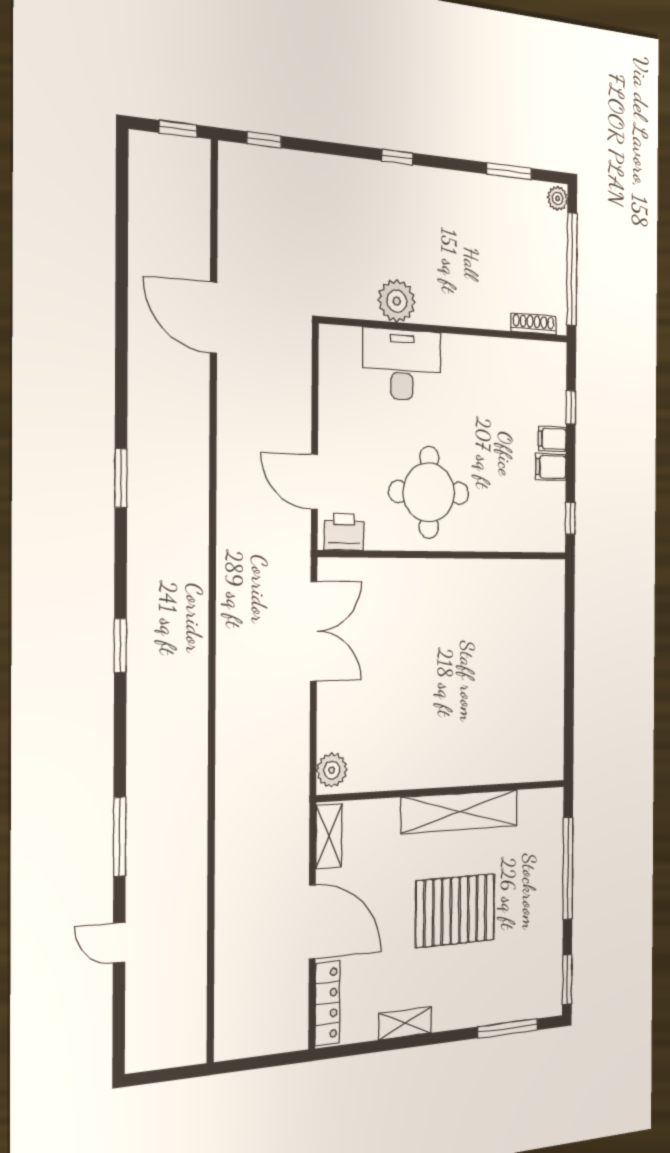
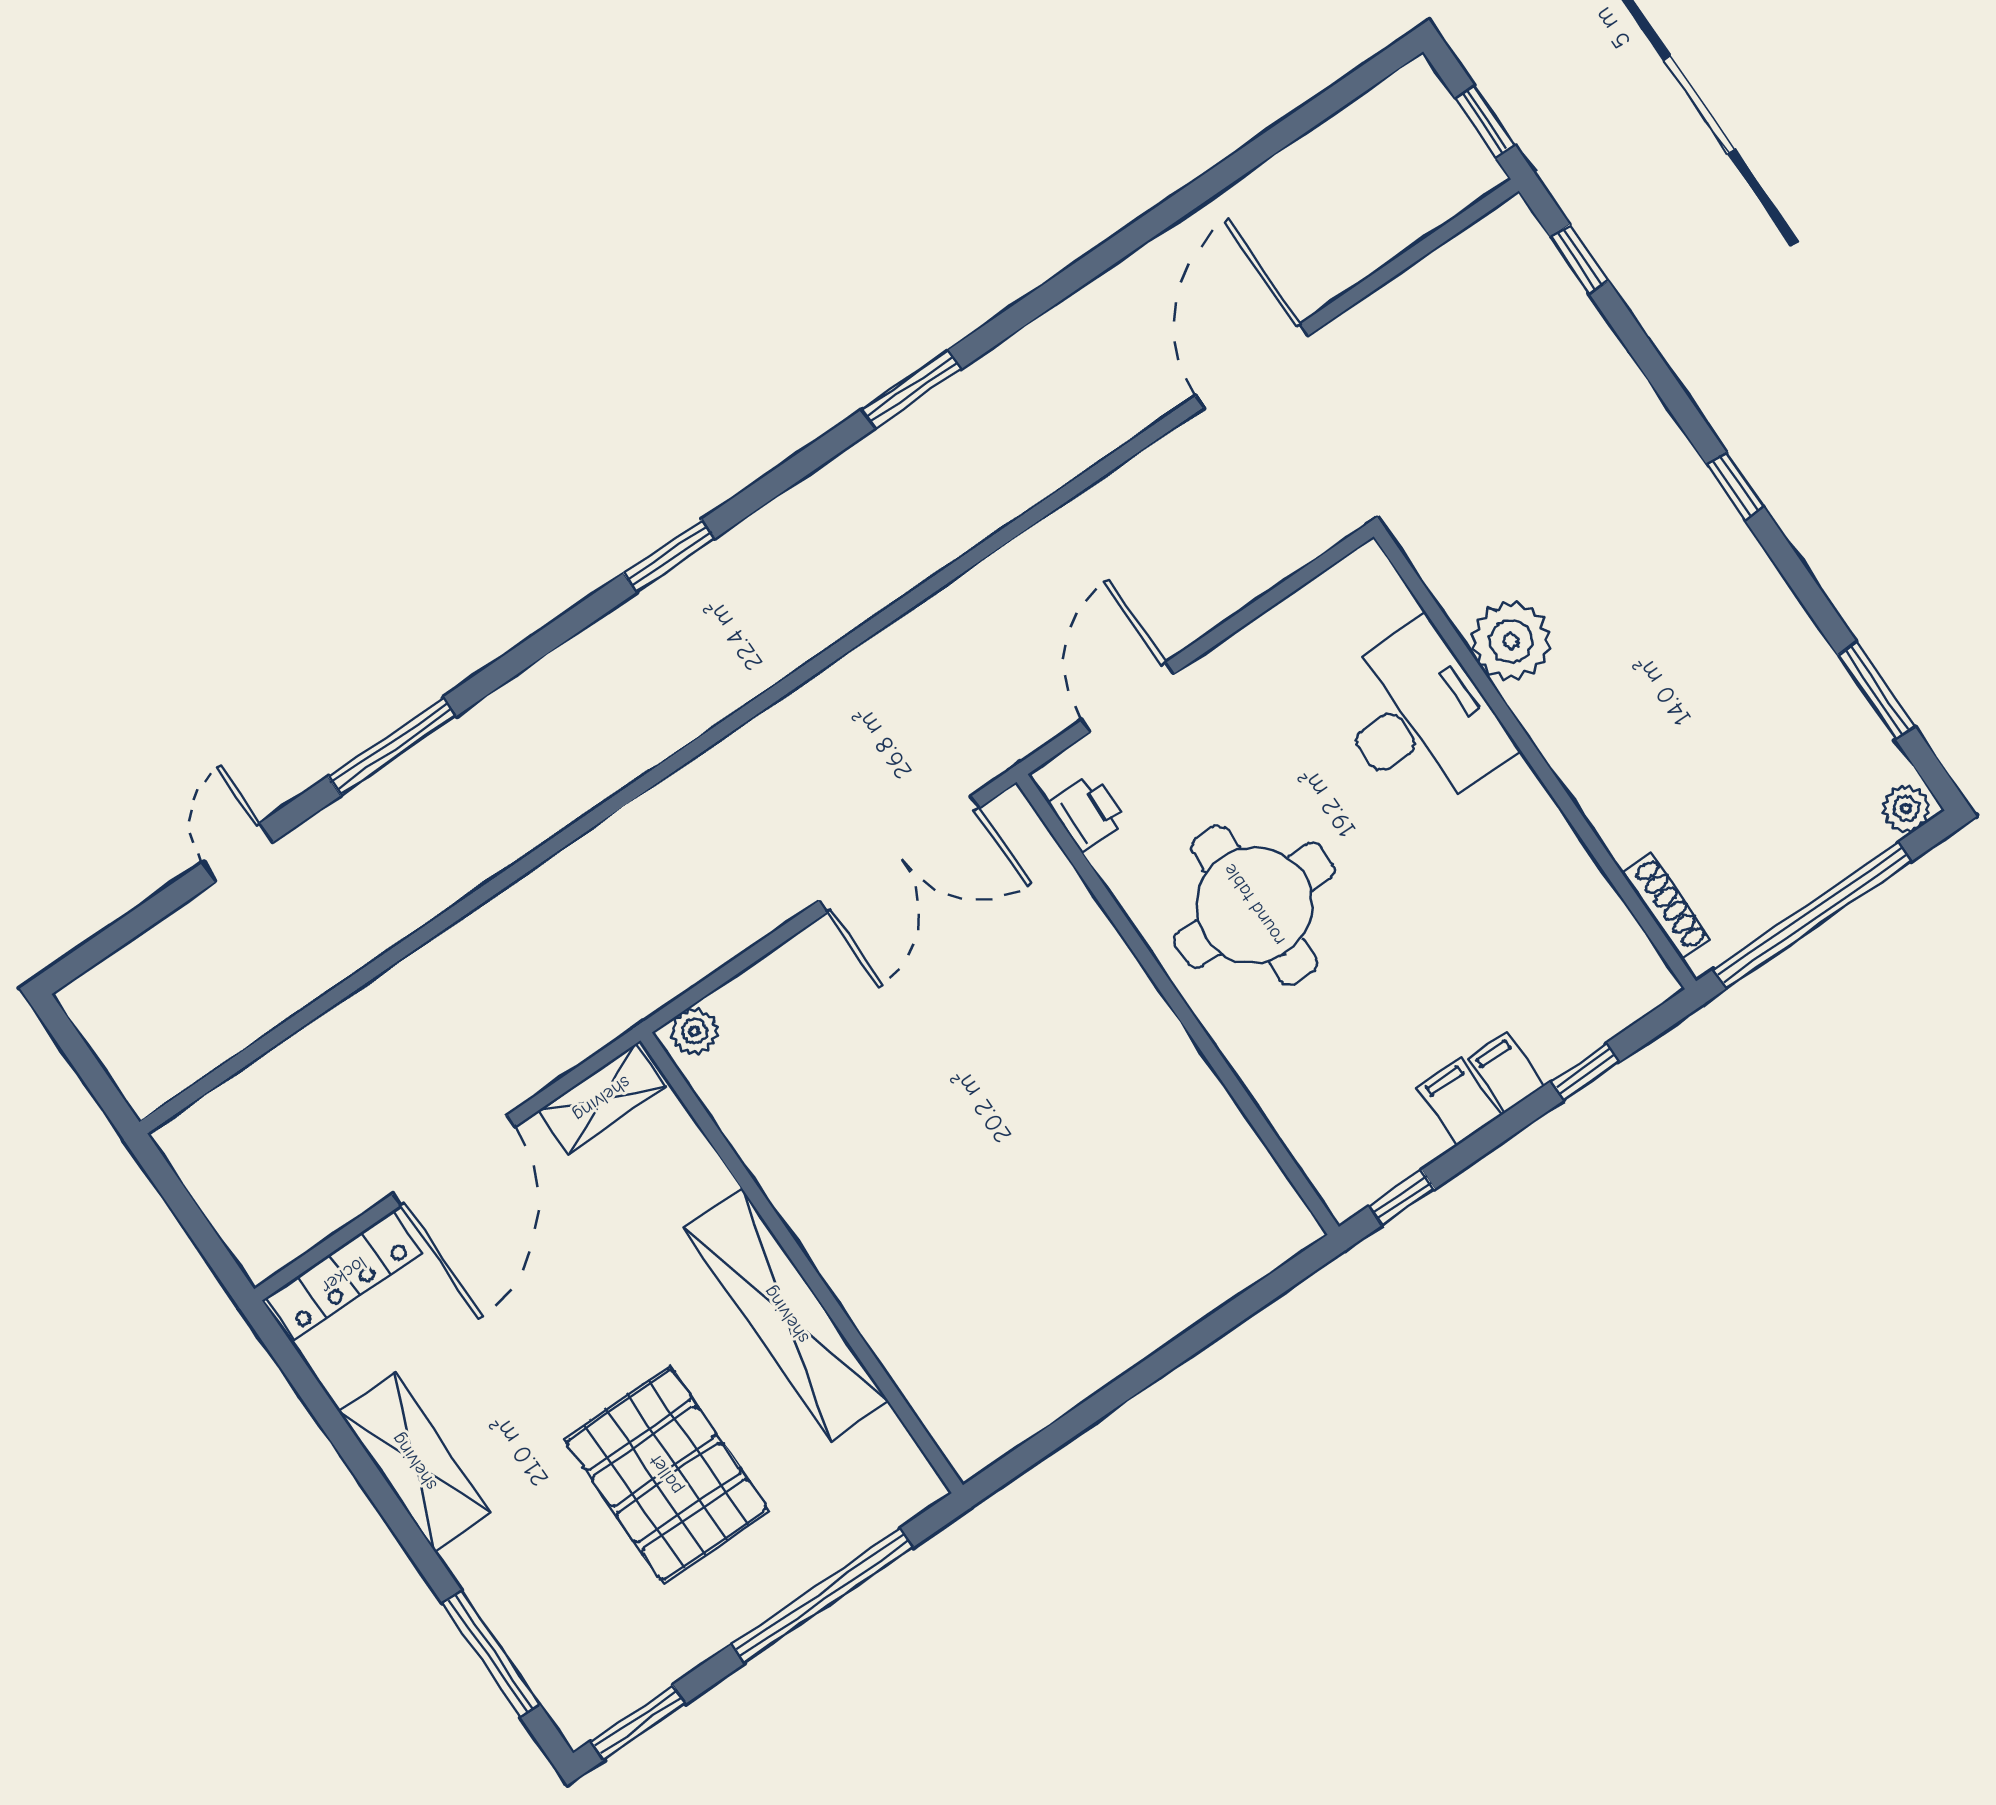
printer: (344, 532) -> (1088, 813), width x0.73, depth x0.81
plant: (332, 770) -> (695, 1031), width x0.73, depth x0.73
pallet: (455, 911) -> (666, 1475), moved
shelving: (405, 1023) -> (414, 1462), width x1.50, depth x1.33

